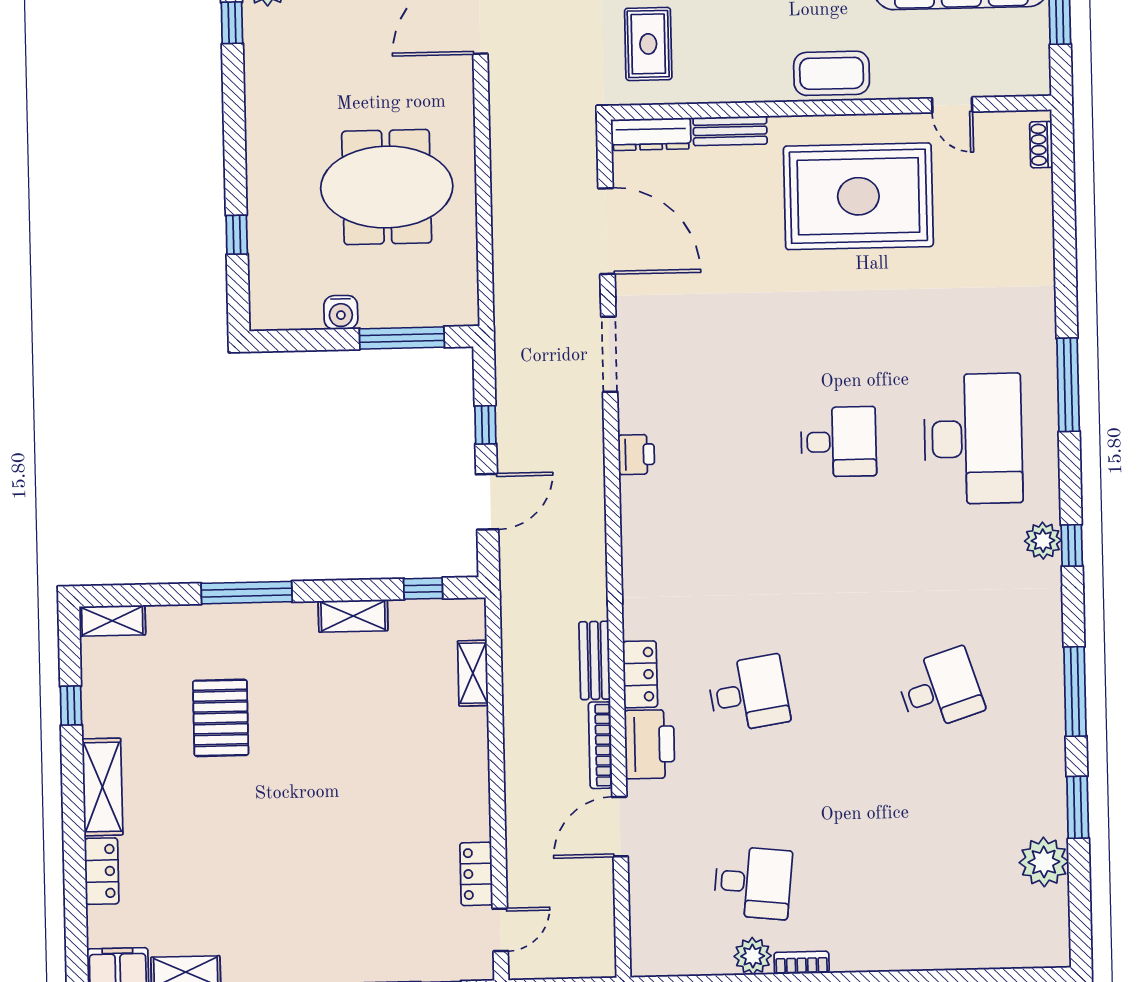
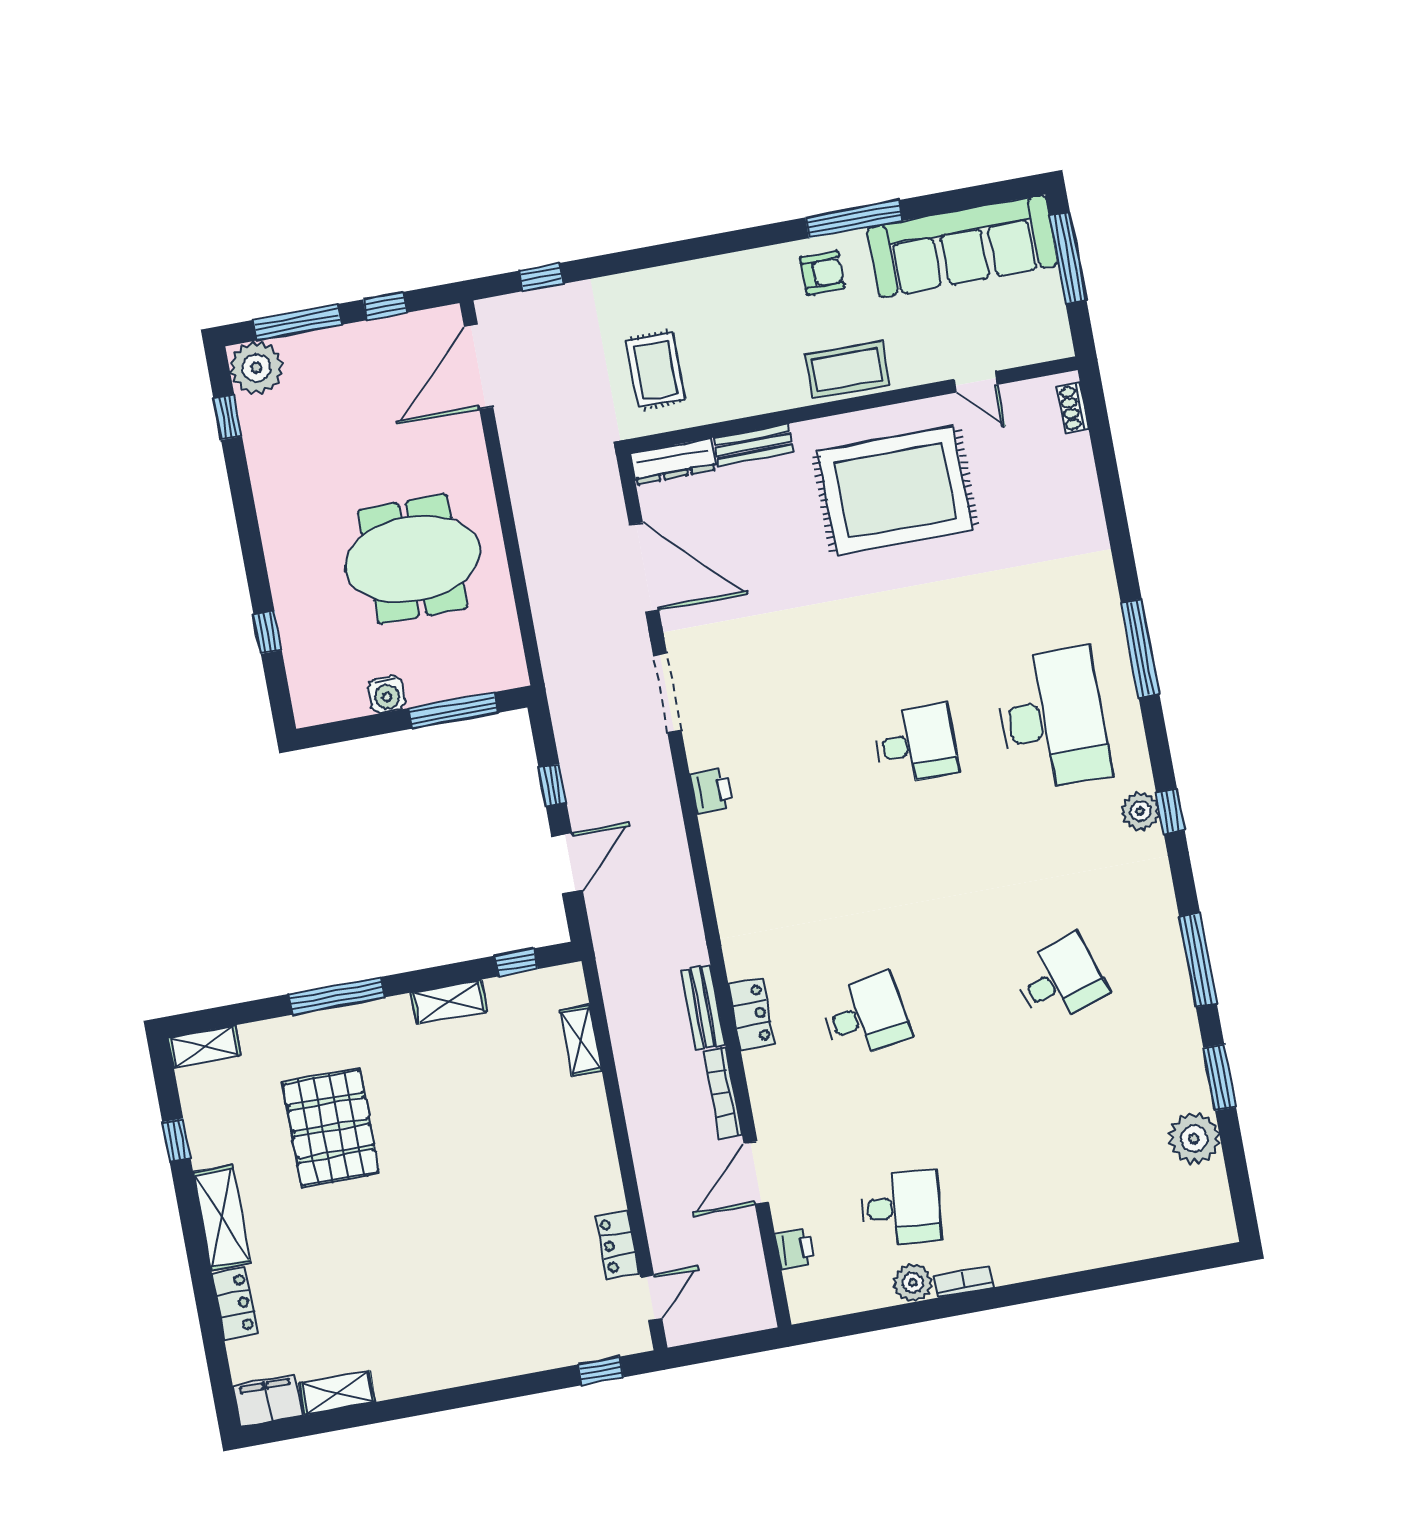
pallet: (221, 718) -> (331, 1128), width x1.37, depth x1.41
printer: (650, 744) -> (795, 1249), moved, width x0.53, depth x0.68

